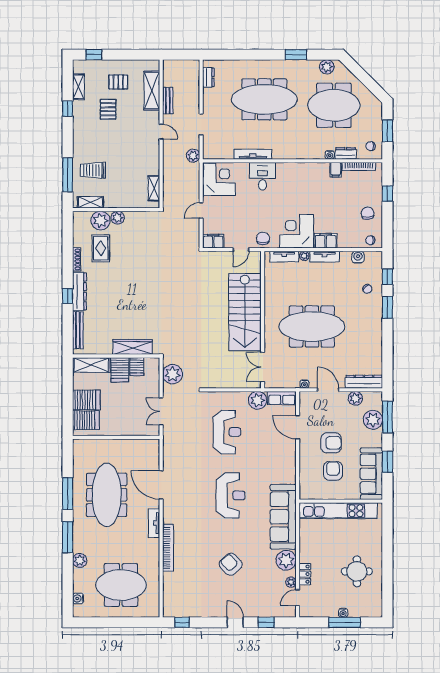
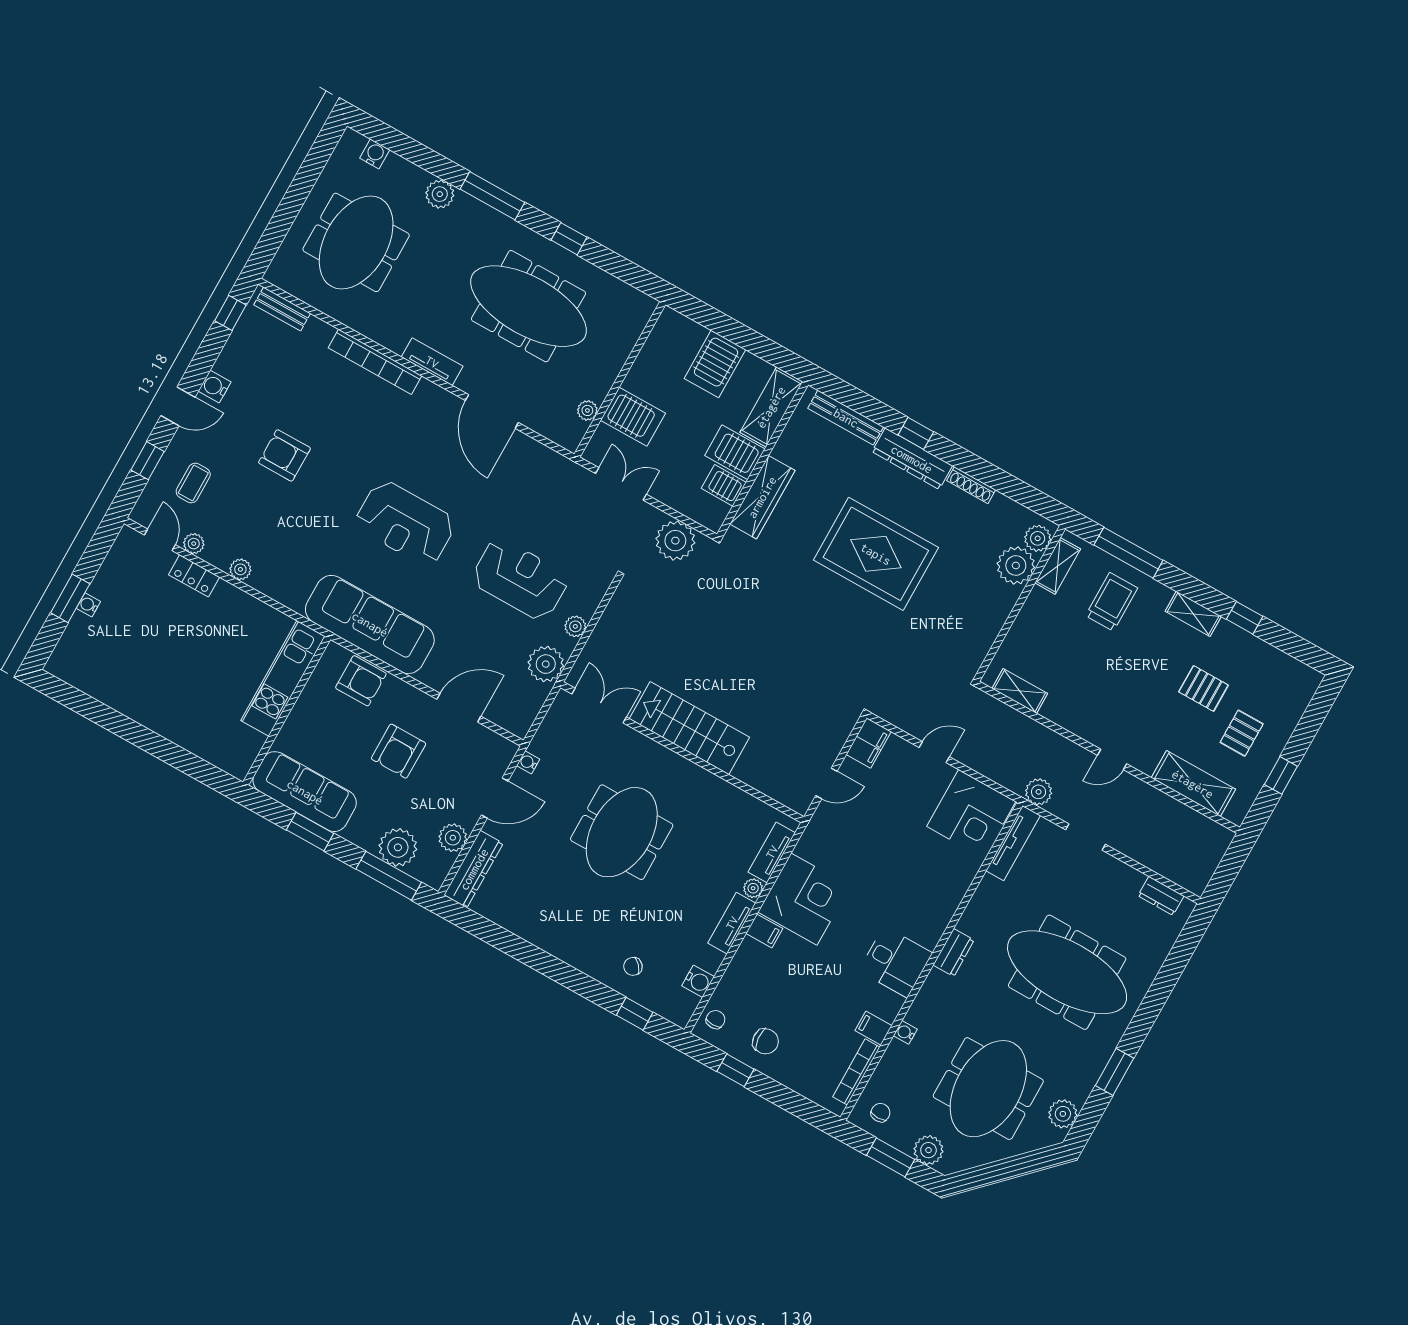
window: (94, 55) -> (1281, 775), moved
shelving: (78, 87) -> (1193, 614), moved
meeting table: (264, 99) -> (1067, 972), turned 90
bench: (168, 100) -> (282, 309), moved
plant: (375, 116) -> (928, 1150), added
dresser: (346, 153) -> (954, 953), moved
tv unit: (253, 154) -> (1013, 843), moved
desk: (262, 176) -> (896, 962), moved
window: (387, 194) -> (735, 1070), moved
door: (201, 210) -> (934, 752), hinge flipped
plant: (118, 218) -> (1038, 538), moved
chair: (263, 238) -> (824, 833), removed
filing cabinet: (326, 241) -> (764, 931), width x0.50
rug: (101, 248) -> (876, 554), moved, width x1.86, depth x2.06
door: (241, 250) -> (826, 783), swing flipped
window: (387, 307) -> (581, 984), removed
stairs: (245, 312) -> (689, 728), width x0.73, depth x0.66
meeting table: (312, 326) -> (622, 832), width x0.73
plant: (234, 397) -> (575, 626), added
row of seats: (282, 398) -> (526, 709), removed
server rack: (86, 420) -> (633, 417), moved, turned -90
reception desk: (227, 432) -> (520, 579), turned 180
plant: (138, 444) -> (587, 410), added
armchair: (333, 471) -> (361, 681), moved
door: (161, 485) -> (492, 412), swing flipped
window: (68, 494) -> (569, 239), width x0.46
kitchen unit: (338, 511) -> (283, 678), width x0.73
sofa: (283, 517) -> (370, 624), moved
plant: (286, 560) -> (240, 569), width x0.53, depth x0.53
armchair: (231, 564) -> (284, 455), turned -137
round table: (357, 571) -> (148, 670), removed
coffee table: (265, 597) -> (193, 483), added
water cooler: (218, 611) -> (215, 387), added
window: (345, 622) -> (70, 598), width x0.69

